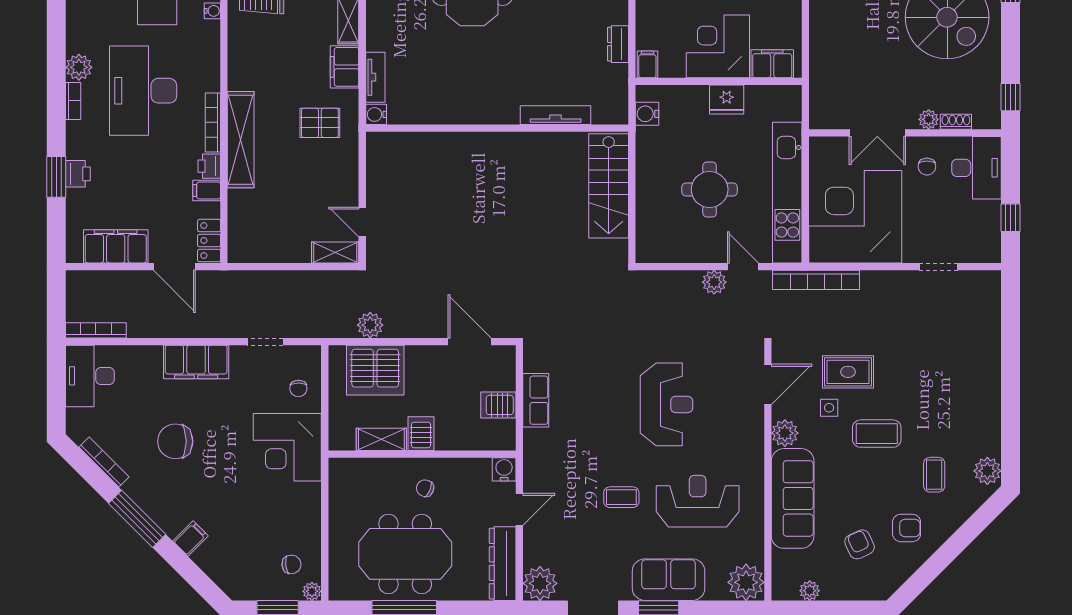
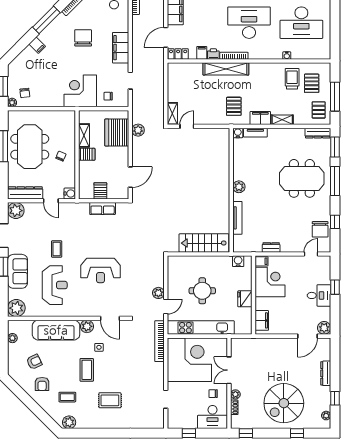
corner desk: (718, 46) -> (270, 282), moved
plant: (490, 112) -> (239, 187), added
rug: (848, 372) -> (110, 400), moved, turned 90

